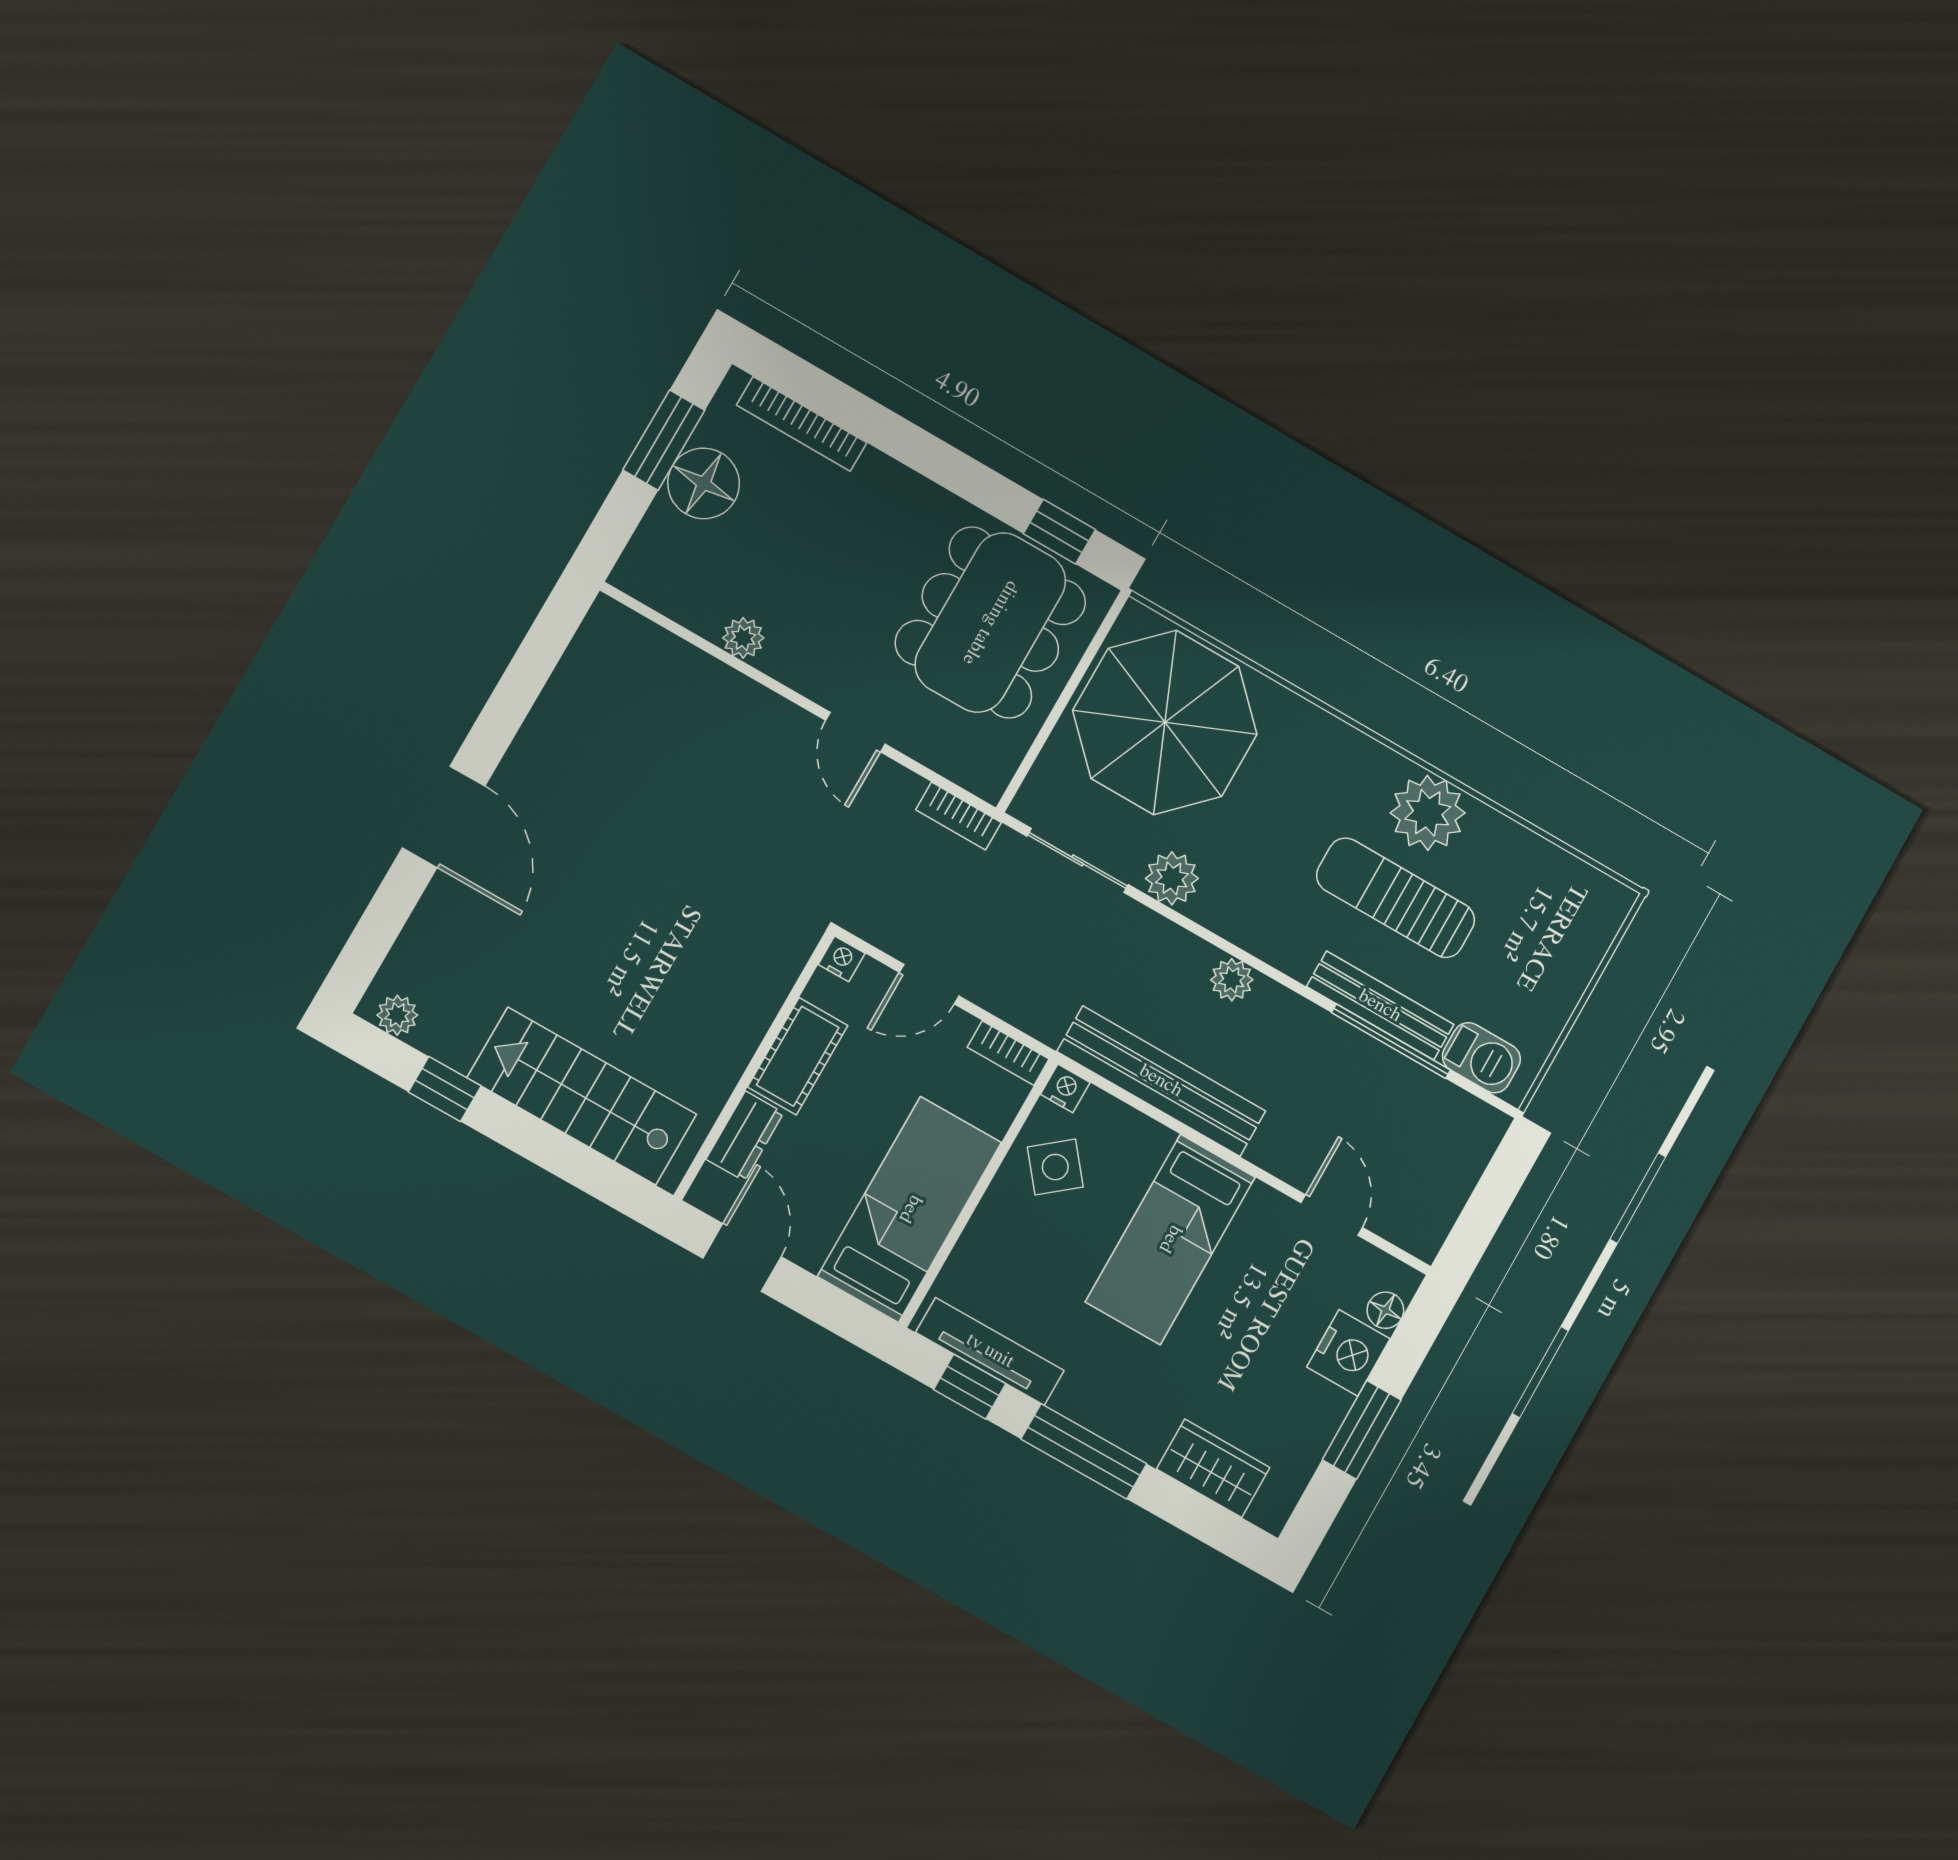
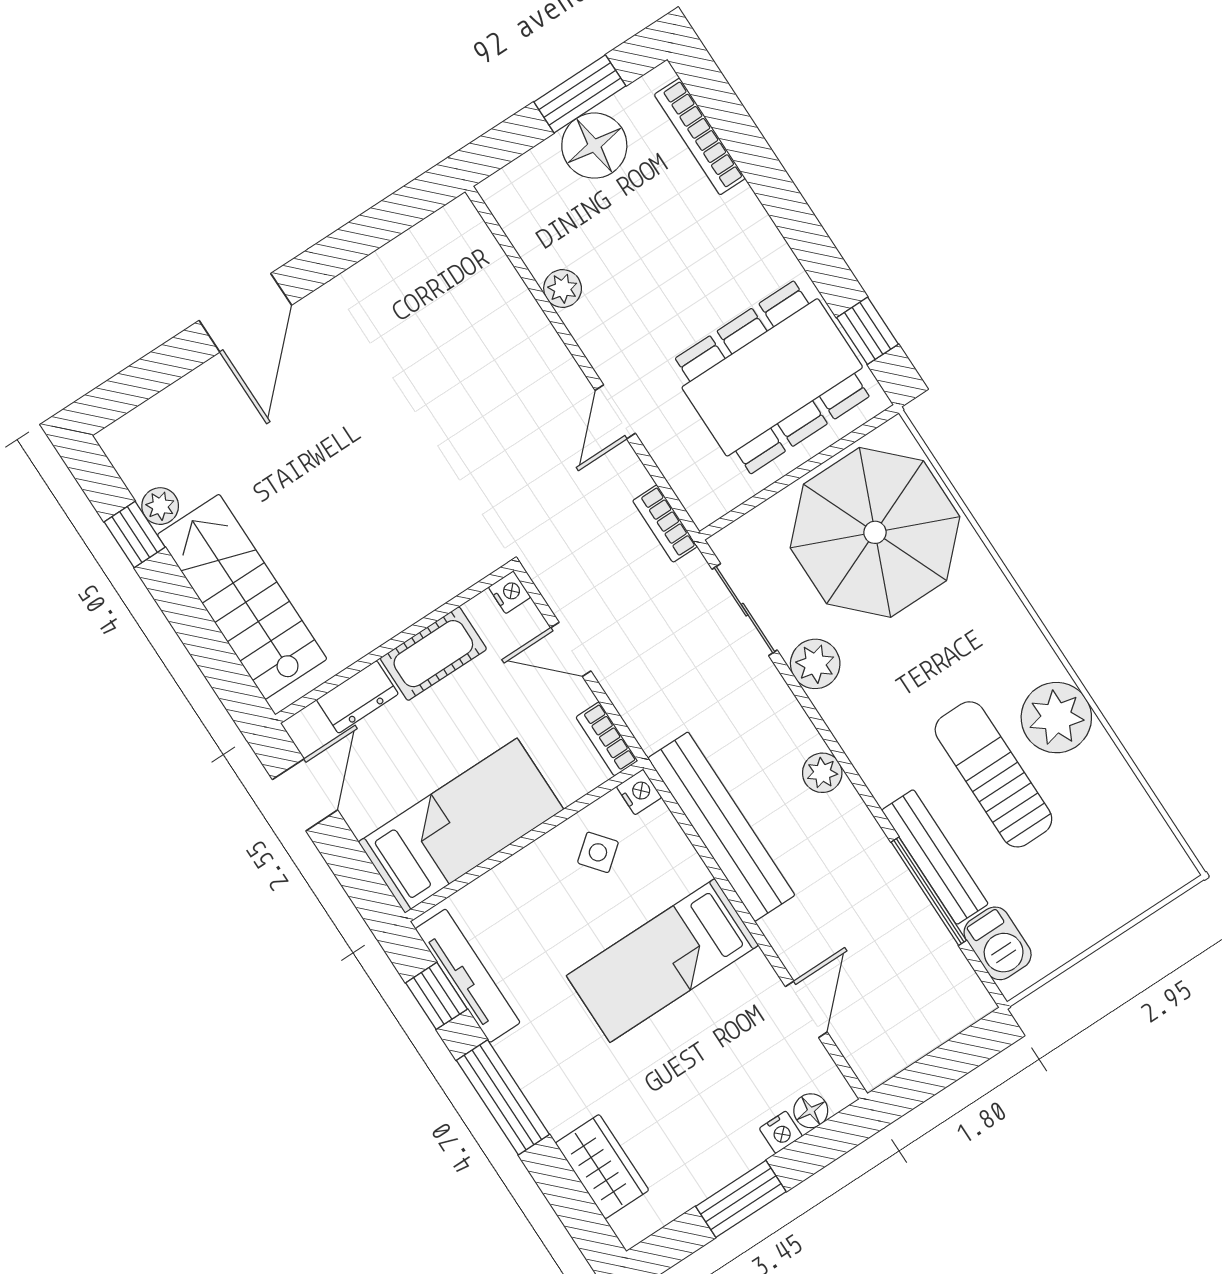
plant: (397, 1015) -> (160, 506), moved
side table: (1055, 1167) -> (598, 852), width x0.73, depth x0.73
nightstand: (1348, 1353) -> (781, 1132), width x0.53, depth x0.56

